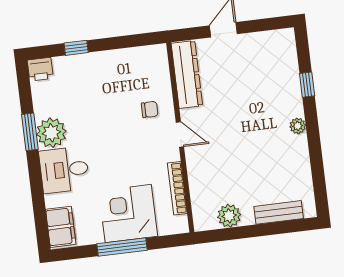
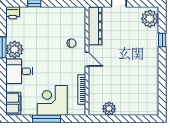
plant: (298, 126) -> (150, 19), moved, width x1.87, depth x1.87
bench: (279, 212) -> (137, 110), removed

